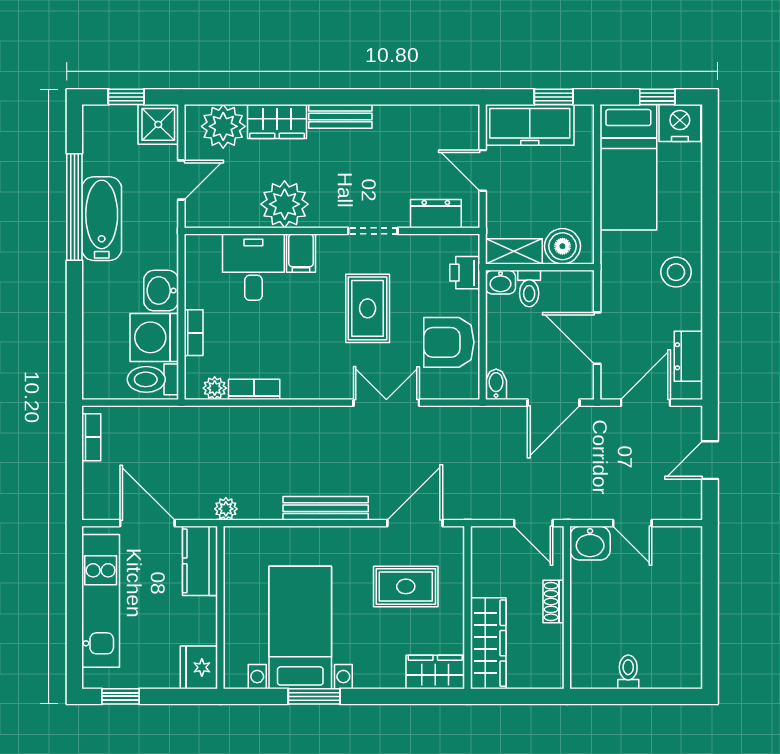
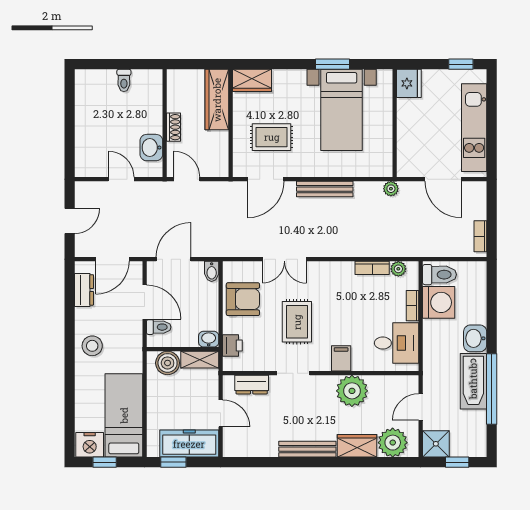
bench: (340, 116) -> (307, 449), width x1.36
desk: (253, 267) -> (396, 343), moved, turned -90
toilet: (529, 288) -> (159, 327), moved, turned 90
washbasin: (161, 291) -> (475, 338), moved, turned 180
washbasin: (590, 543) -> (151, 148), moved, turned -90
kitchen counter: (200, 561) -> (408, 154), removed

